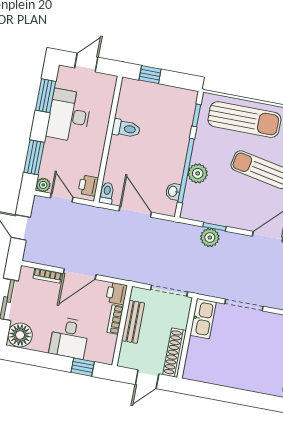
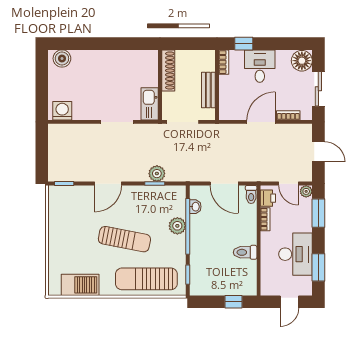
bookcase: (96, 162) -> (265, 219), added
printer: (117, 293) -> (227, 111), removed
bookcase: (115, 320) -> (224, 62), moved
door: (147, 379) -> (187, 44), removed

